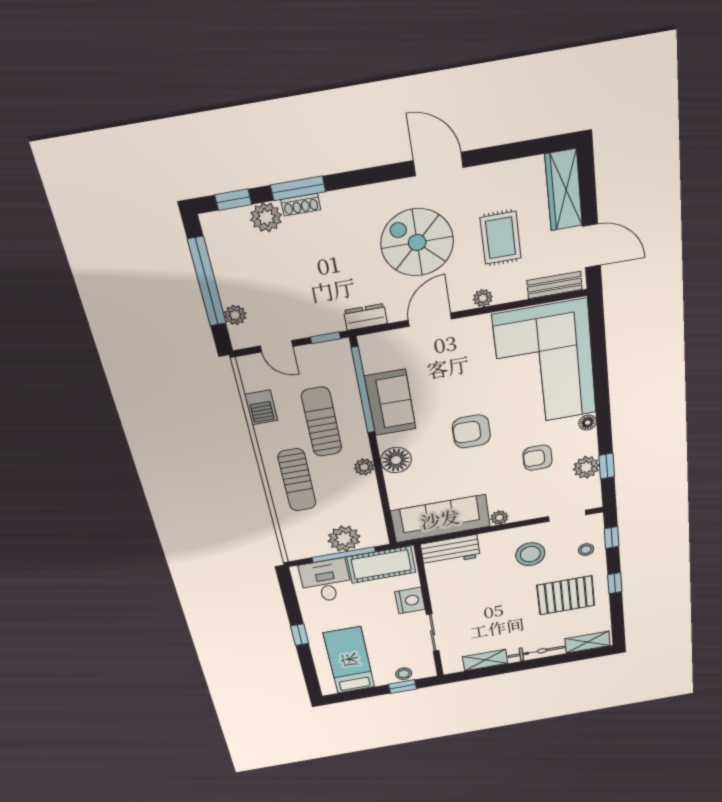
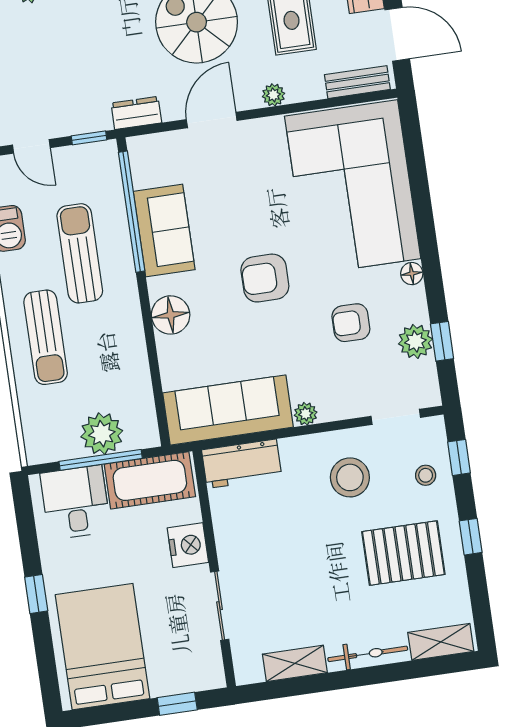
plant: (364, 467) -> (130, 323), removed
bed: (349, 660) -> (103, 647), width x1.50
stool: (404, 674) -> (179, 679), removed

